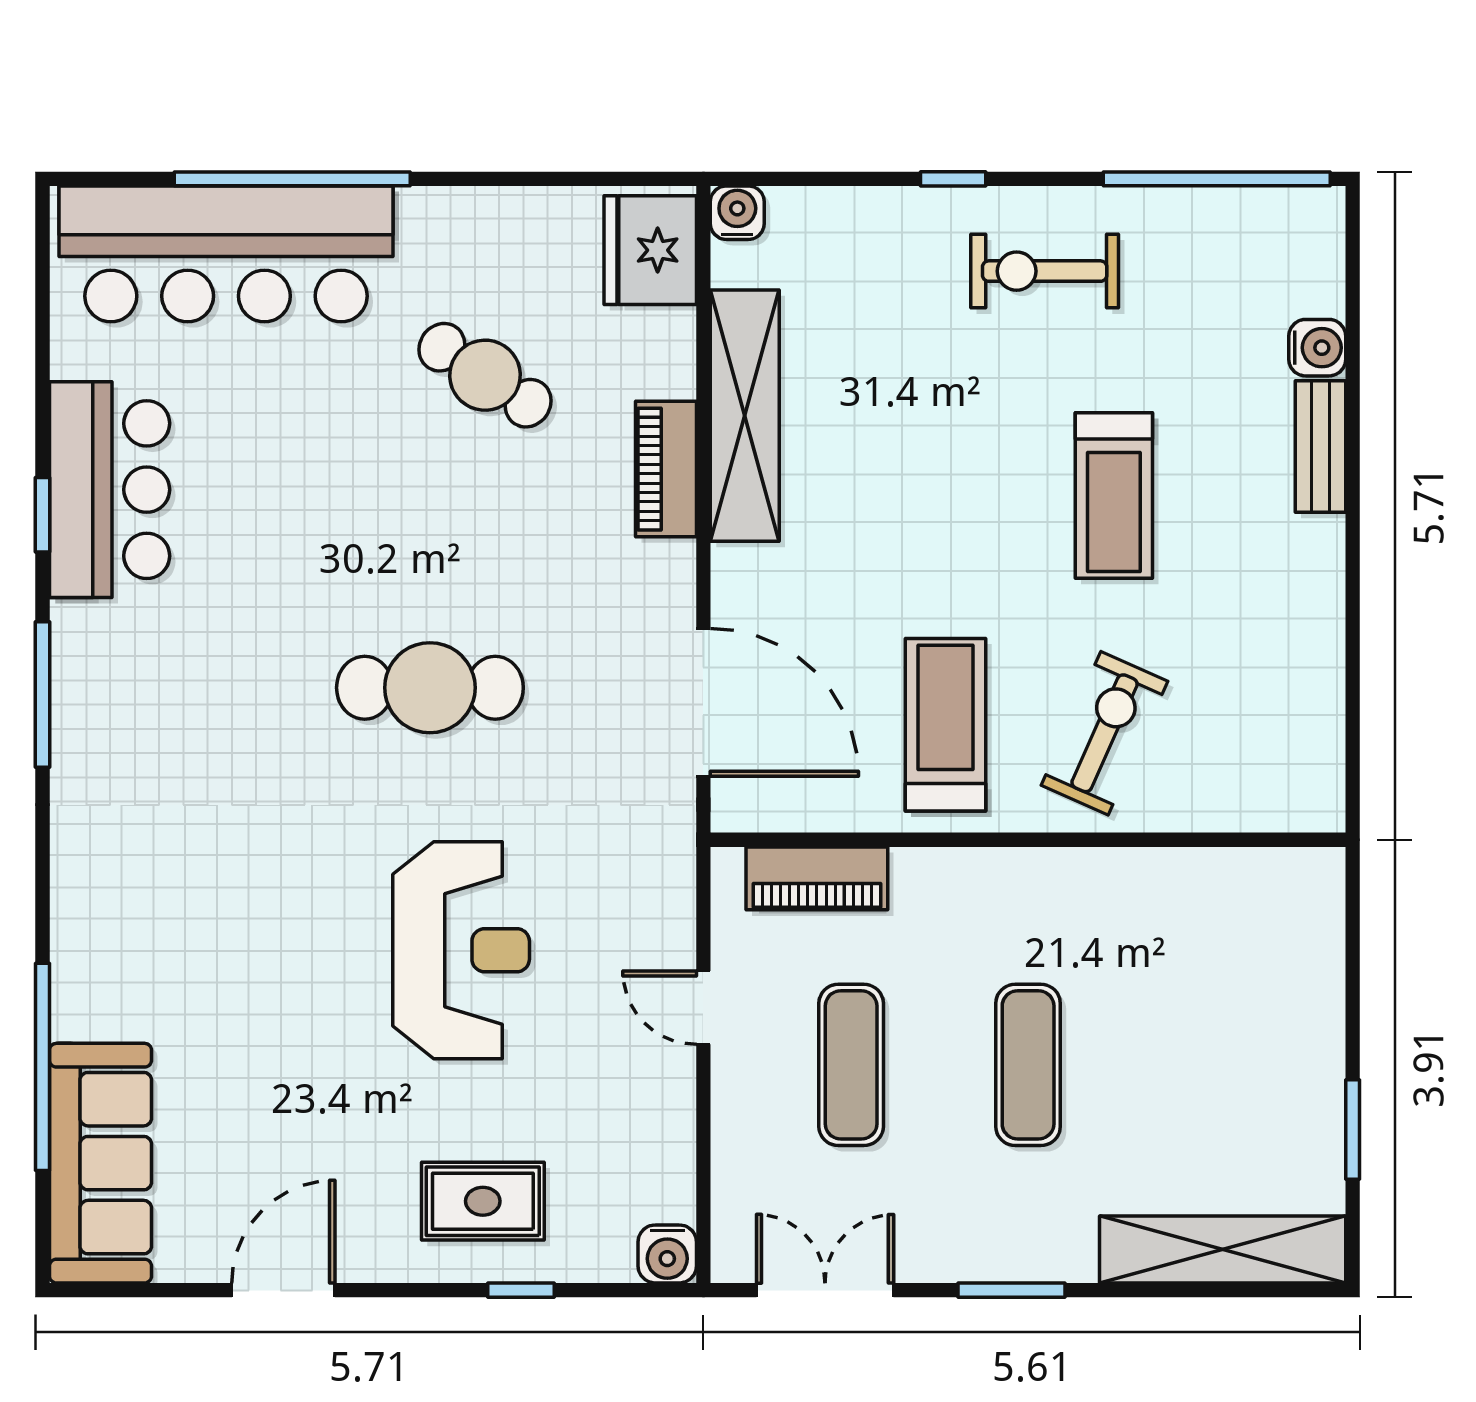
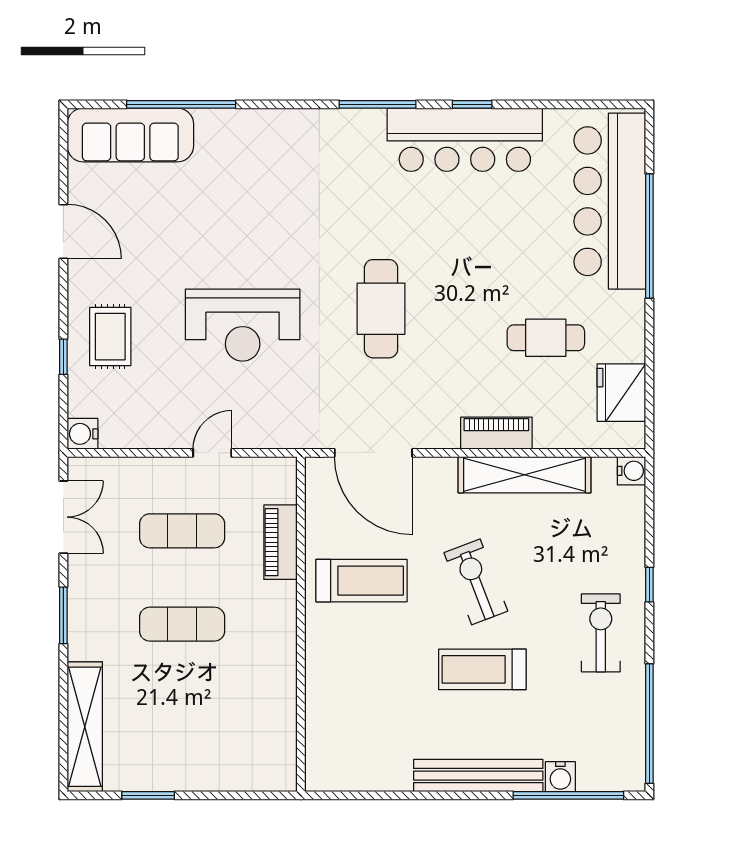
fridge: (650, 250) -> (621, 393), moved, turned -90
window: (1353, 332) -> (568, 795), added
cafe table: (485, 375) -> (546, 338), turned 57
bench: (1321, 447) -> (478, 776), width x1.86, depth x1.21
bar counter: (110, 490) -> (465, 140), width x1.36
door: (703, 702) -> (373, 453), hinge flipped
exercise bike: (1104, 733) -> (476, 582), moved, turned -135
piano: (817, 878) -> (280, 542), moved

